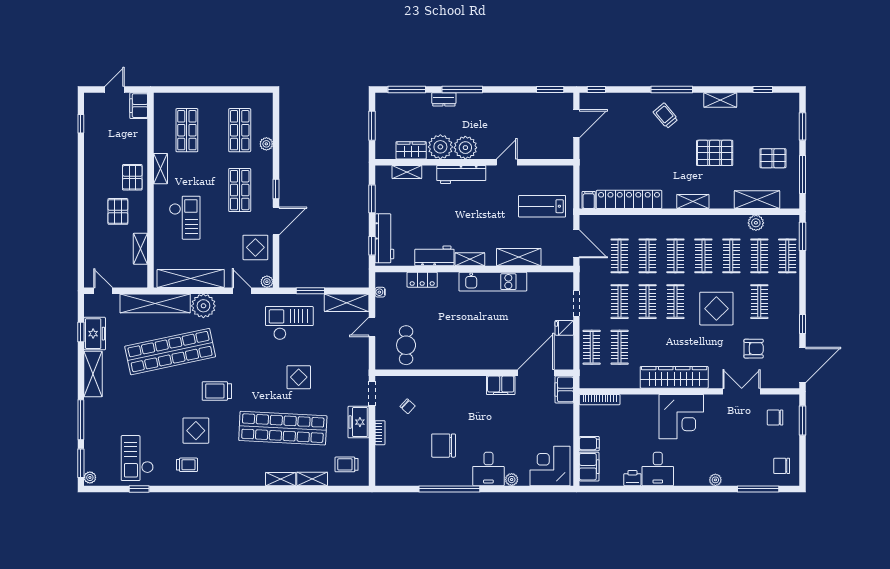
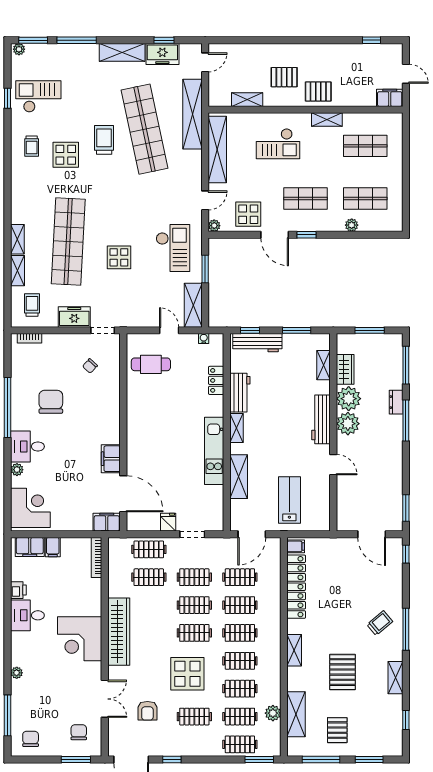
plant: (203, 306) -> (190, 162), removed
trolley: (217, 391) -> (104, 140), moved
bookcase: (380, 433) -> (30, 338), moved

